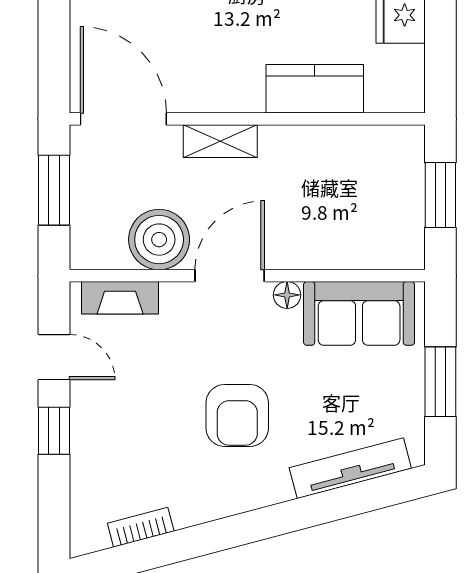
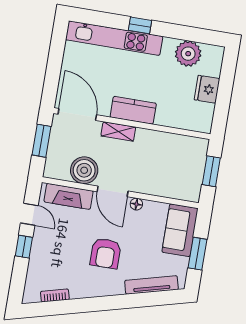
kitchen counter: (315, 89) -> (133, 110), moved
door: (230, 276) -> (113, 191), swing flipped
fireplace: (120, 298) -> (69, 196), width x1.37, depth x1.32
sofa: (359, 313) -> (180, 230), moved, turned 90

